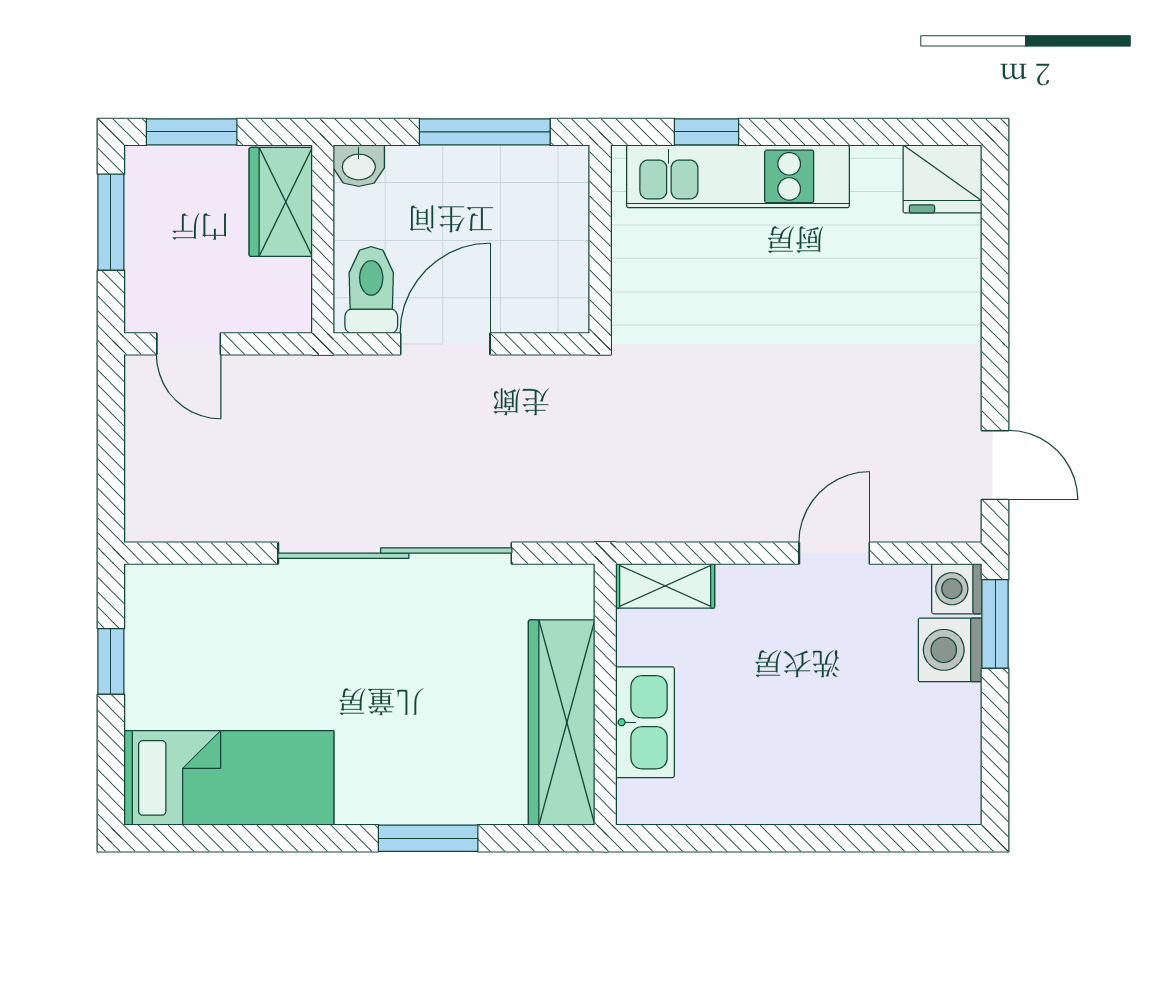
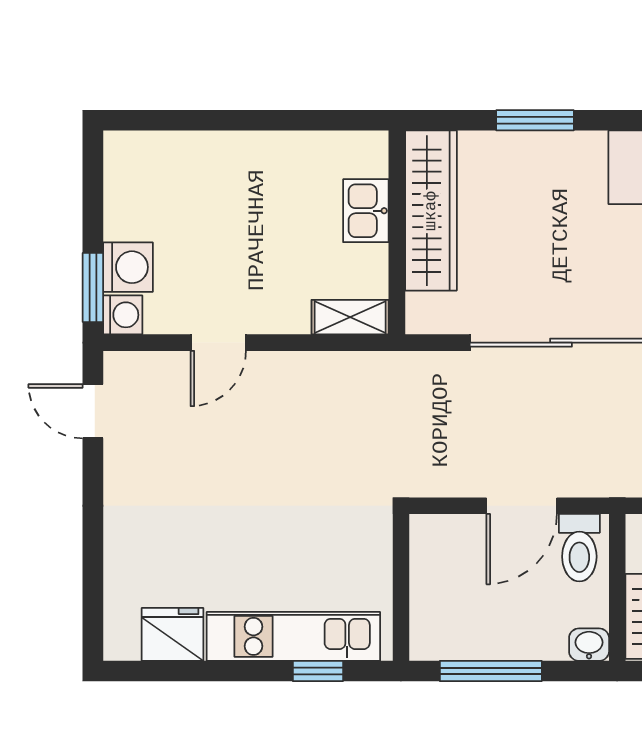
fridge: (943, 179) -> (173, 634), moved
kitchen sink: (645, 722) -> (366, 211), width x0.73

